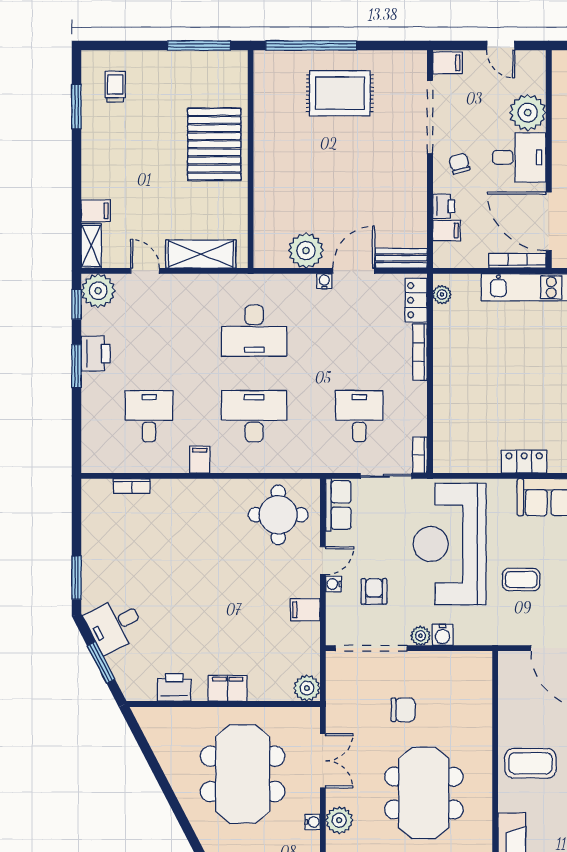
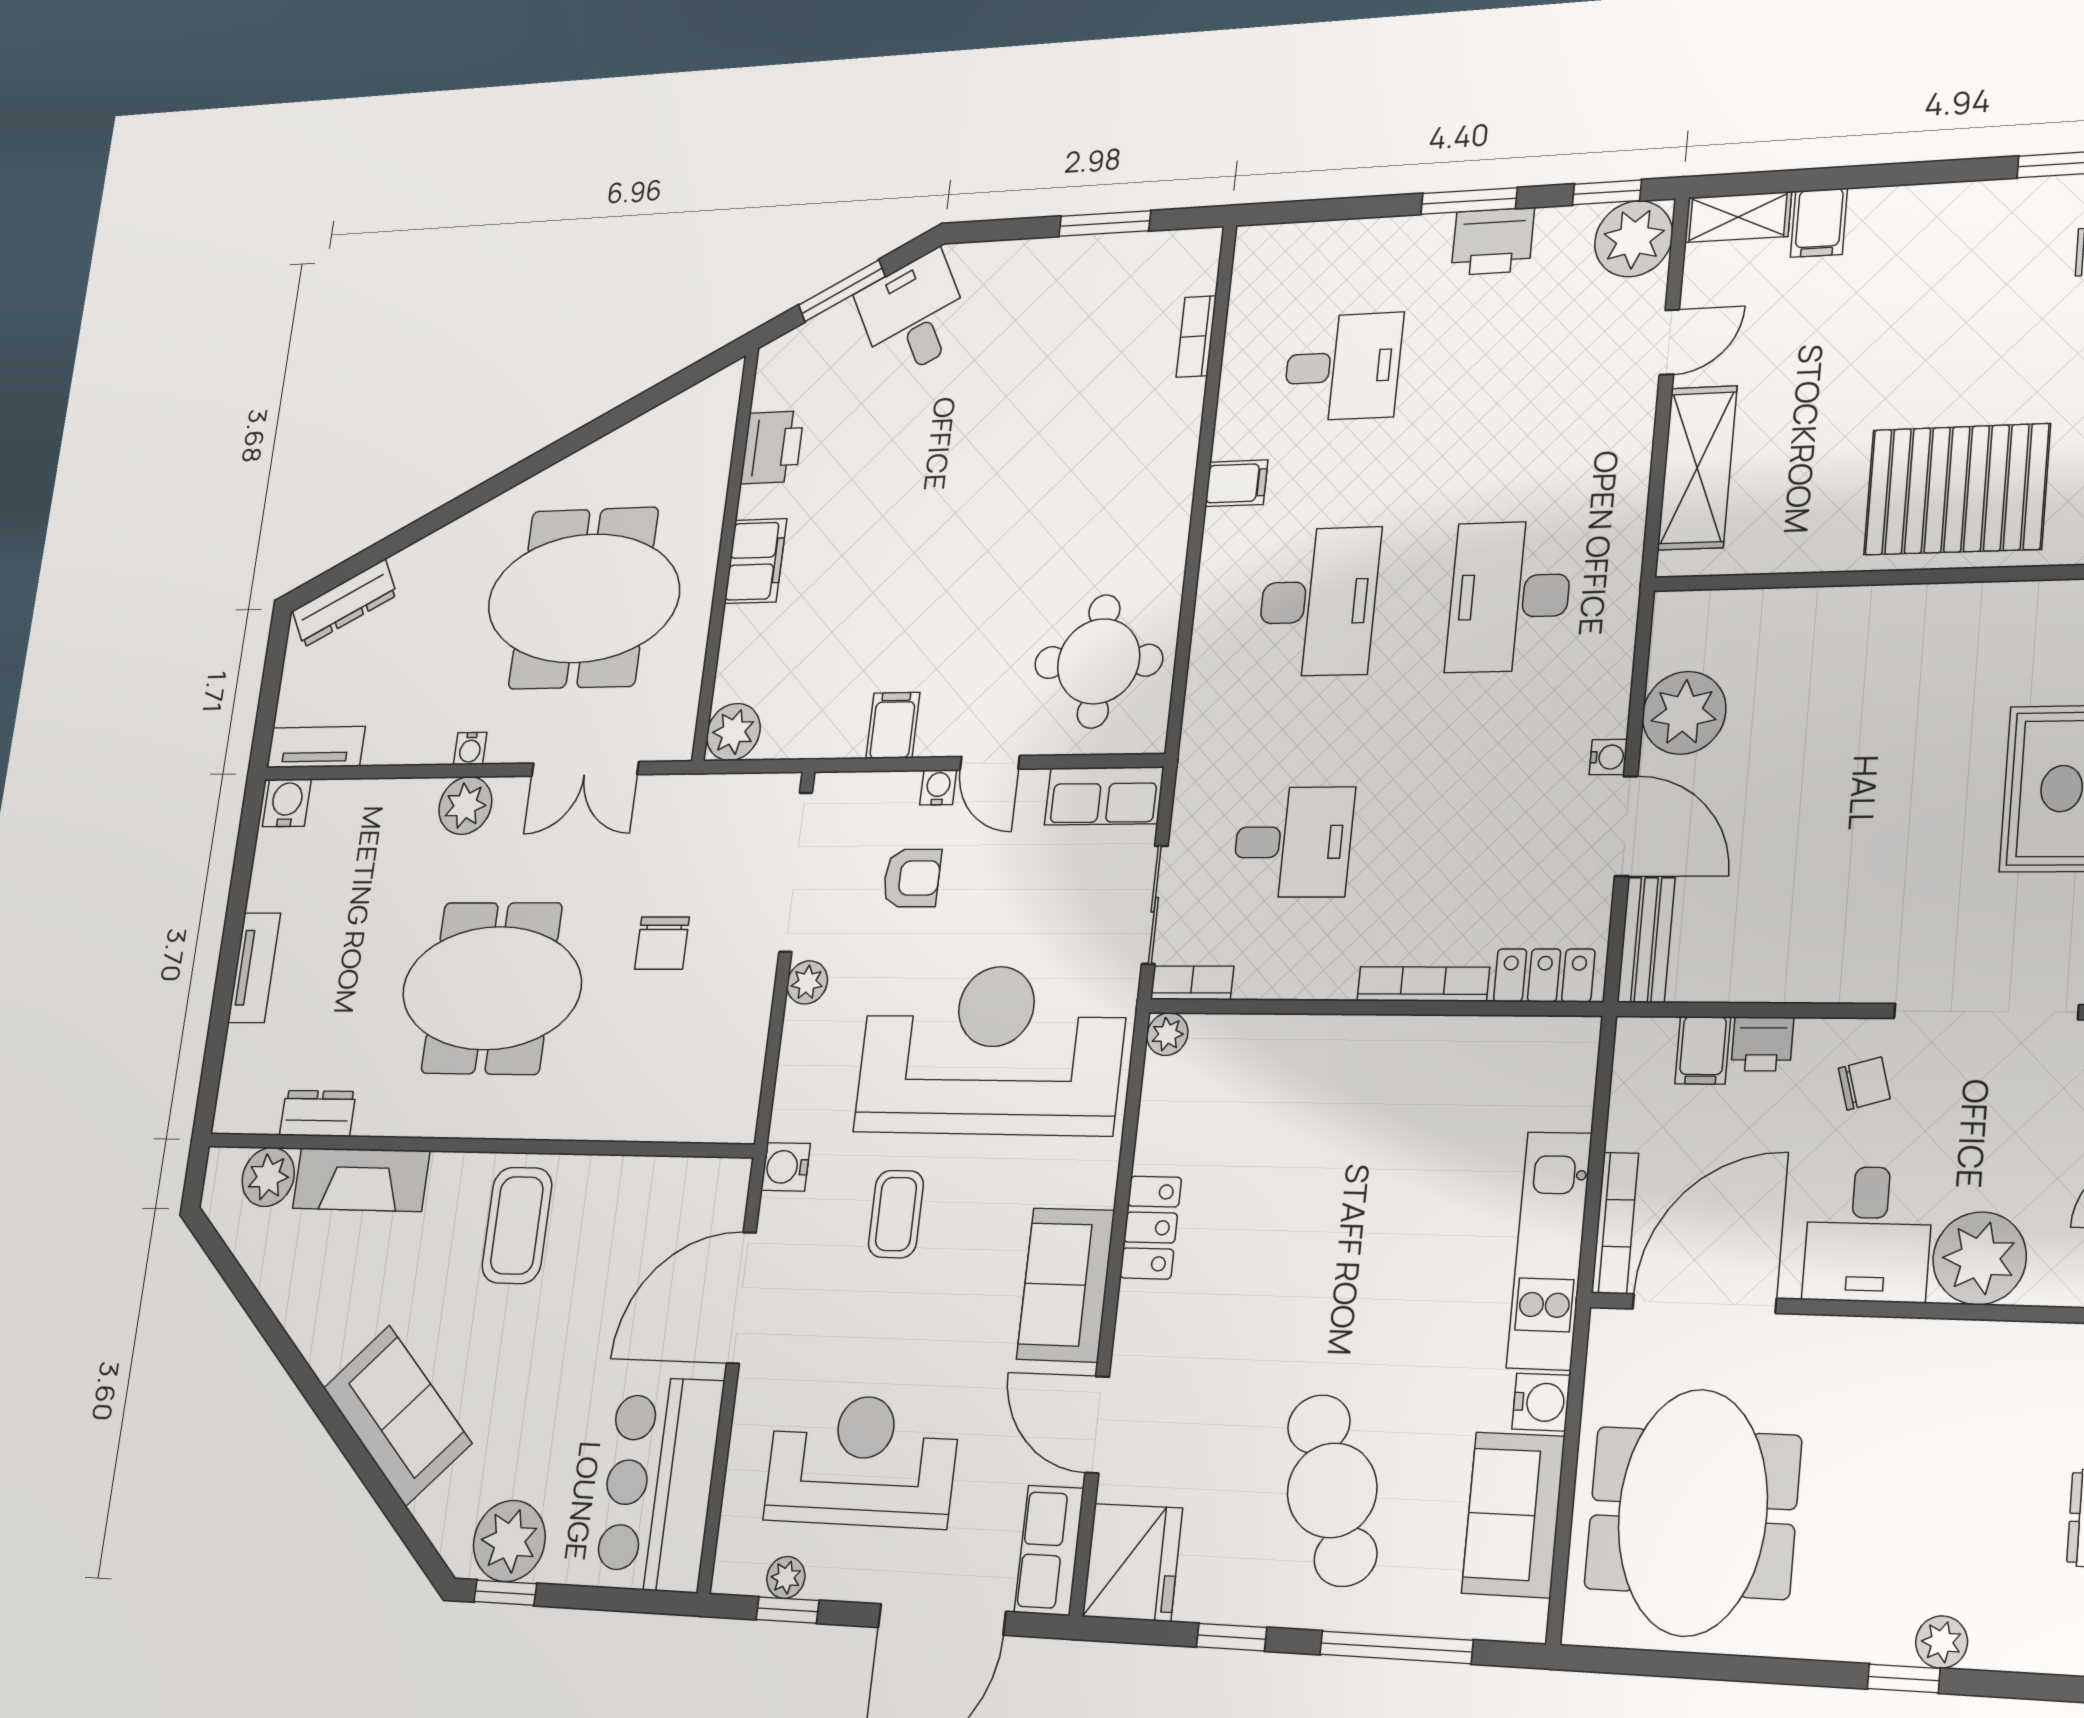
plant: (442, 295) -> (1167, 1034), moved
window: (76, 578) -> (1105, 224), moved
water cooler: (443, 635) -> (786, 1167), moved

